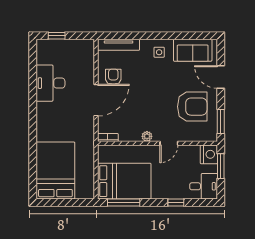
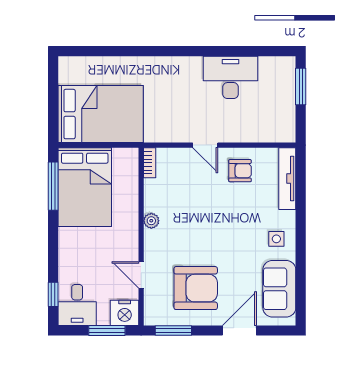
window: (57, 36) -> (301, 86), width x1.50
door: (96, 100) -> (205, 145), width x0.53
armchair: (192, 107) -> (196, 288), turned -90
door: (169, 143) -> (141, 275), moved
bed: (55, 171) -> (101, 114), moved
window: (176, 202) -> (53, 294), moved

